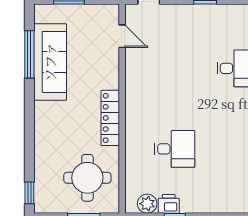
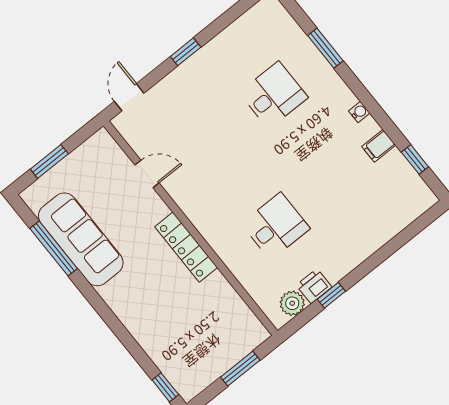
door: (122, 36) -> (147, 174), moved
round table: (87, 178) -> (211, 325), removed

